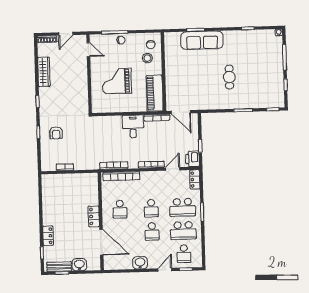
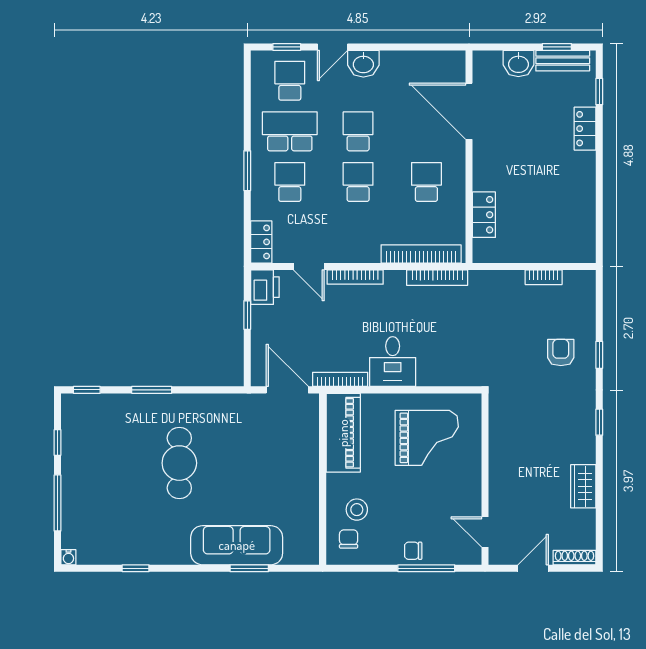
wardrobe: (44, 72) -> (583, 486), width x0.67
cafe table: (229, 77) -> (179, 463), width x1.37, depth x1.35
grand piano: (117, 81) -> (427, 438), moved
door: (173, 169) -> (309, 266), hinge flipped
school desk: (183, 207) -> (290, 182), width x0.54
locker: (94, 216) -> (484, 215), moved
washbasin: (140, 263) -> (363, 64), moved

